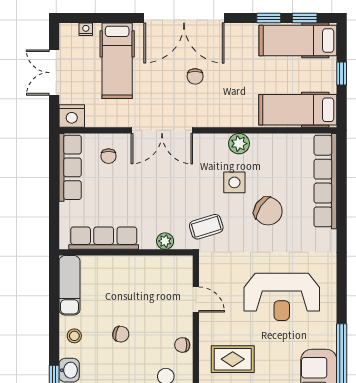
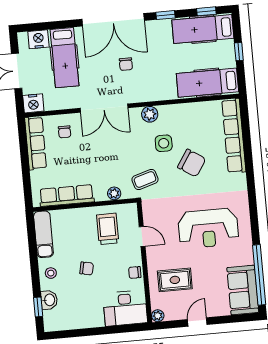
window: (269, 18) -> (166, 15), moved
nightstand: (86, 29) -> (38, 39), width x1.89, depth x1.79
plant: (239, 144) -> (150, 114), moved
trolley: (152, 286) -> (108, 229), added

